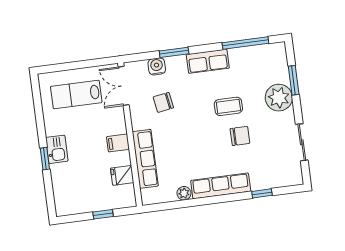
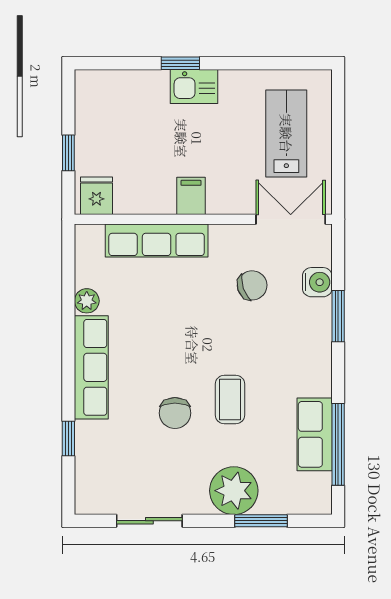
row of seats: (208, 61) -> (315, 434), moved
chair: (163, 102) -> (252, 285), turned 80
fridge: (122, 175) -> (96, 196), moved

